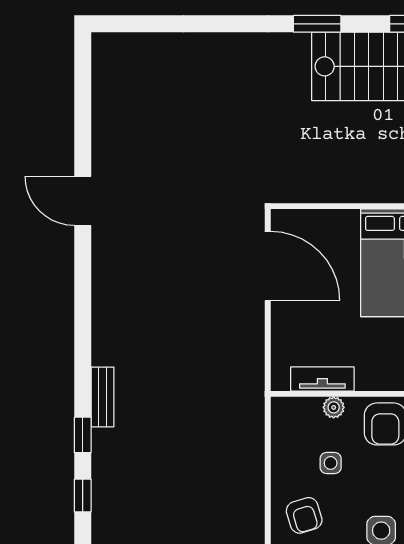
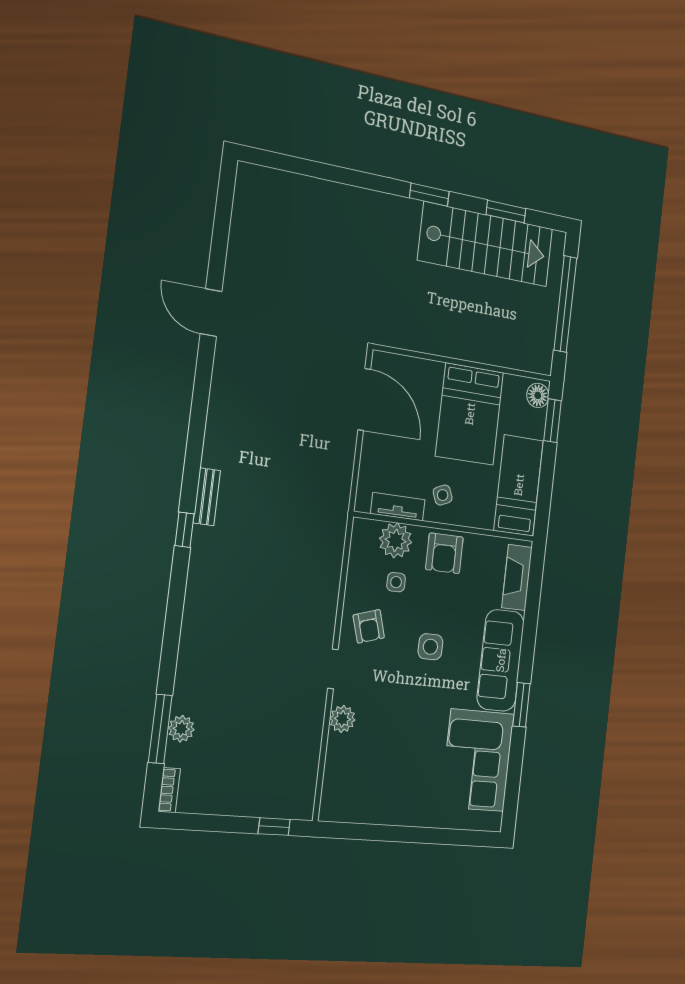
side table: (375, 359) -> (443, 495), added
plant: (334, 407) -> (396, 540), width x1.88, depth x1.88
window: (83, 496) -> (178, 587), removed

